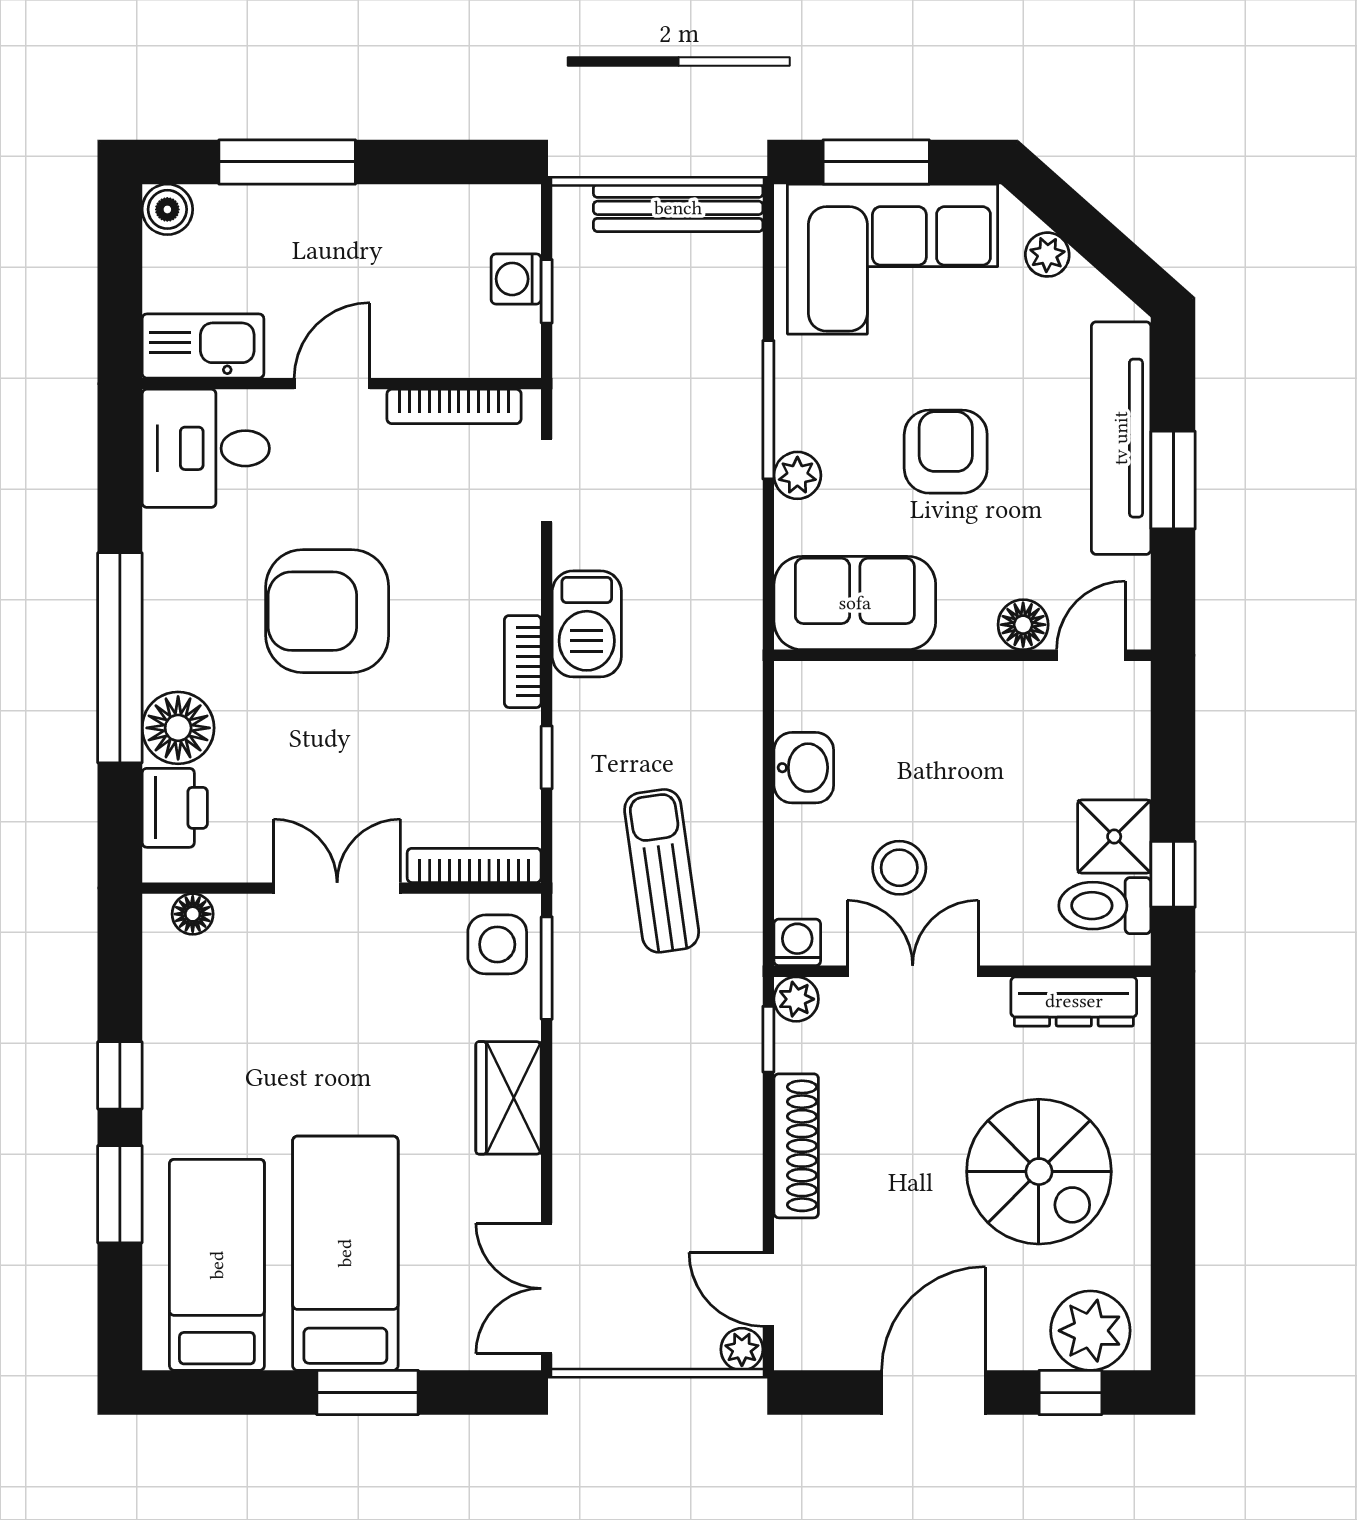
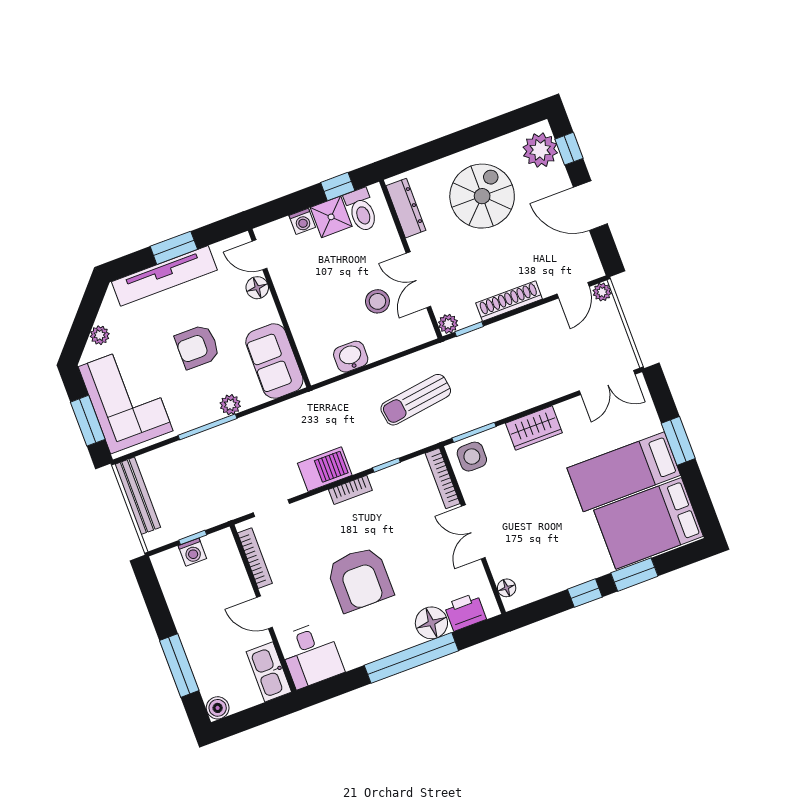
washing machine: (797, 942) -> (302, 221), moved, turned -90
bed: (217, 1265) -> (649, 523), width x1.50

